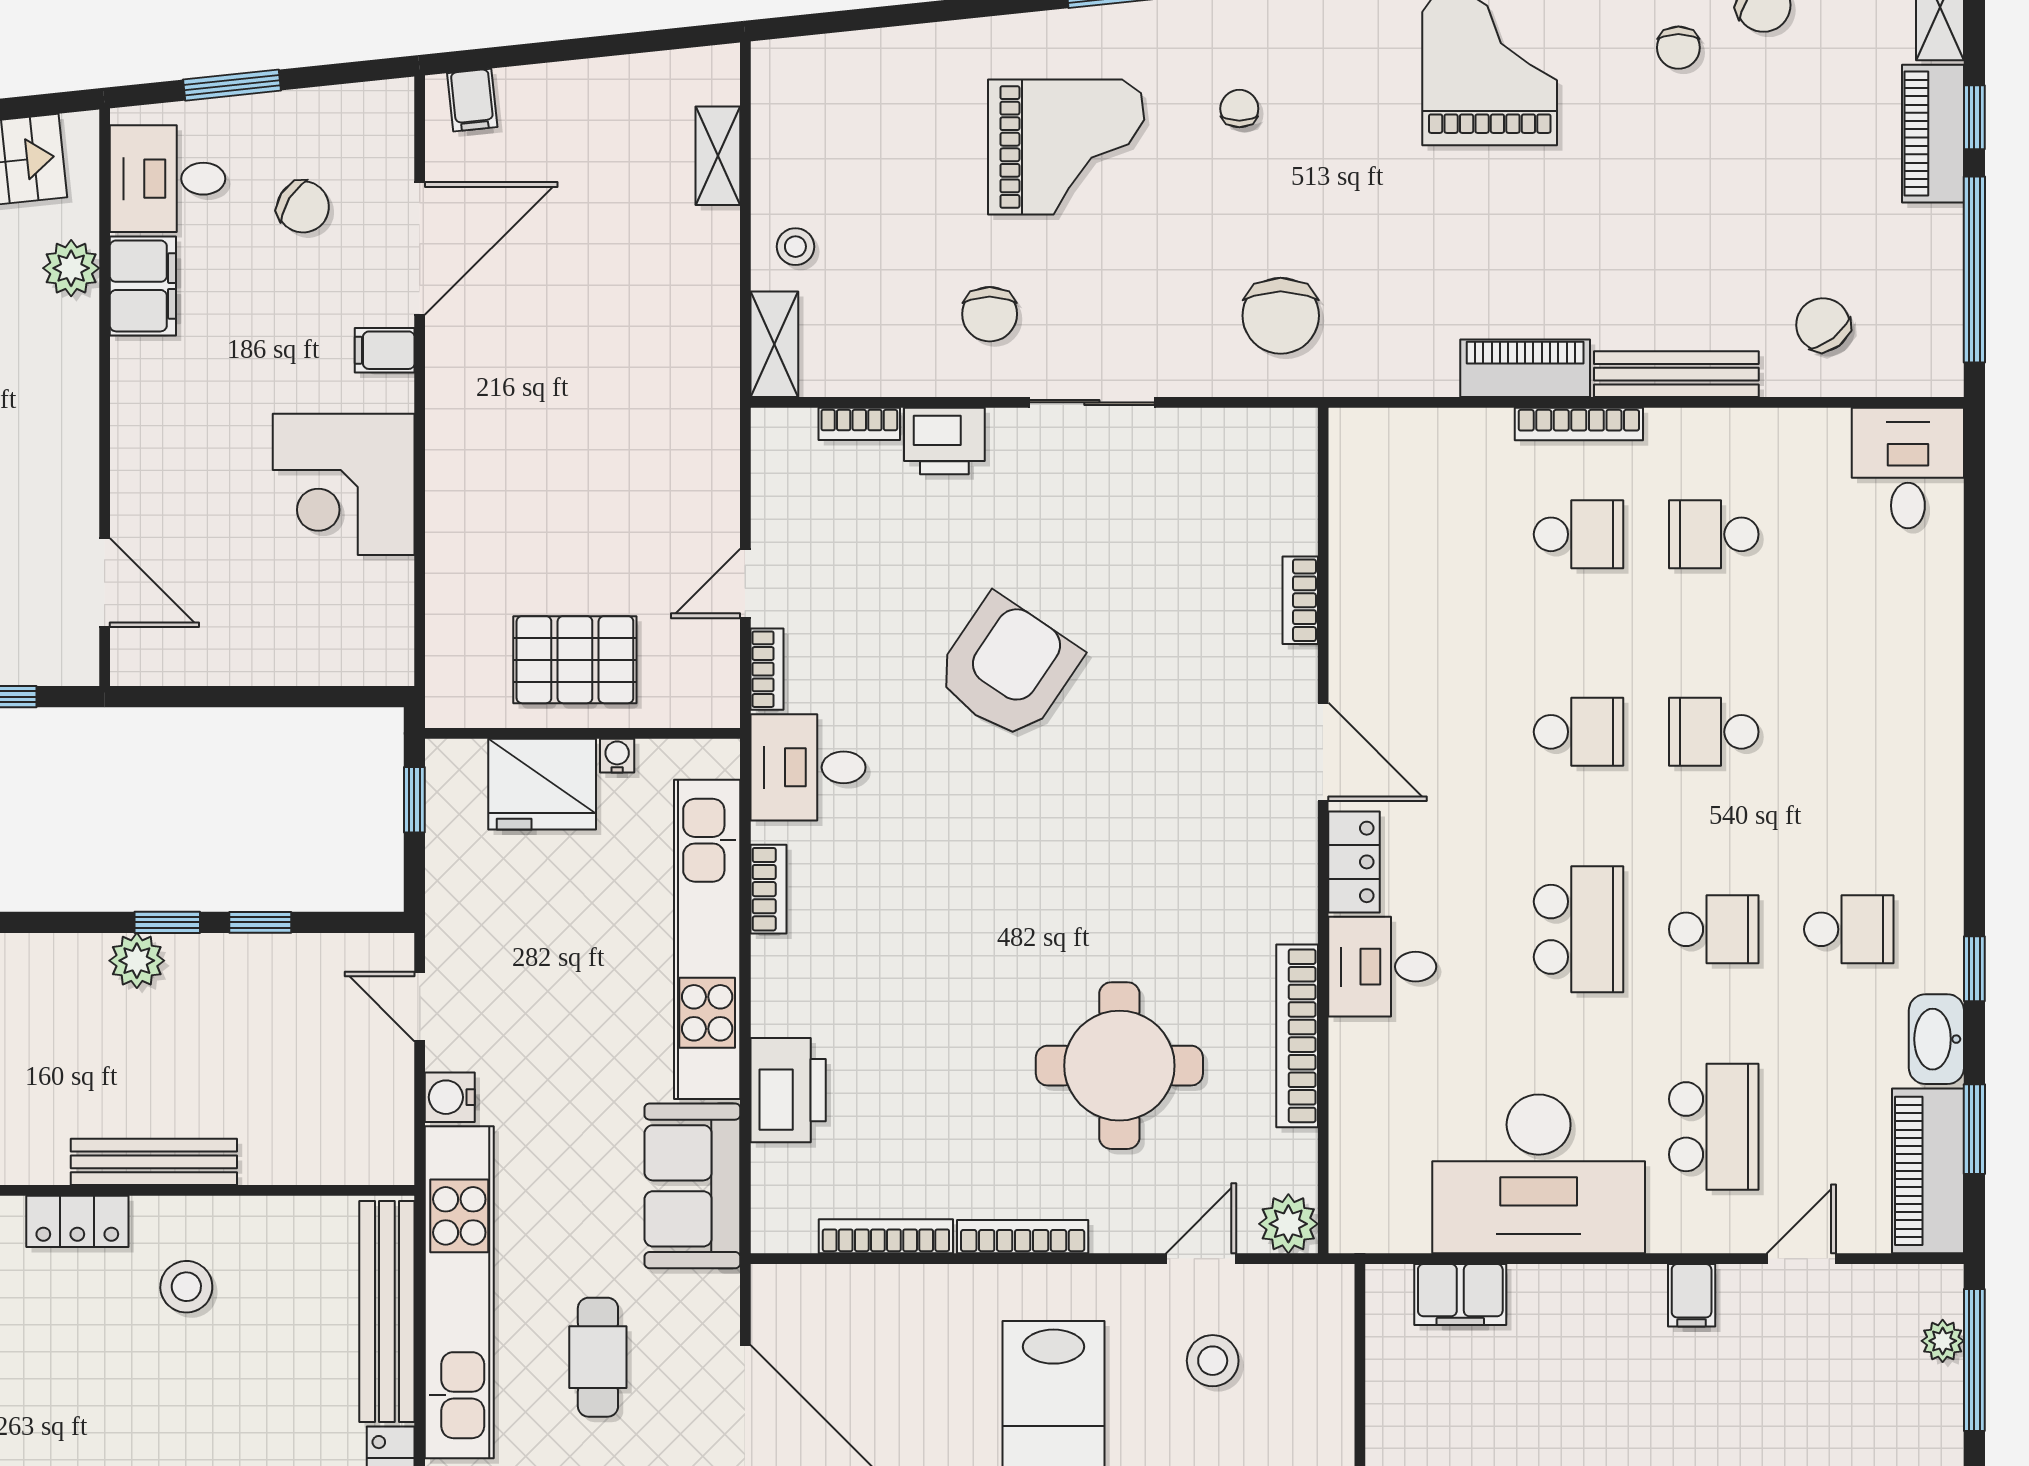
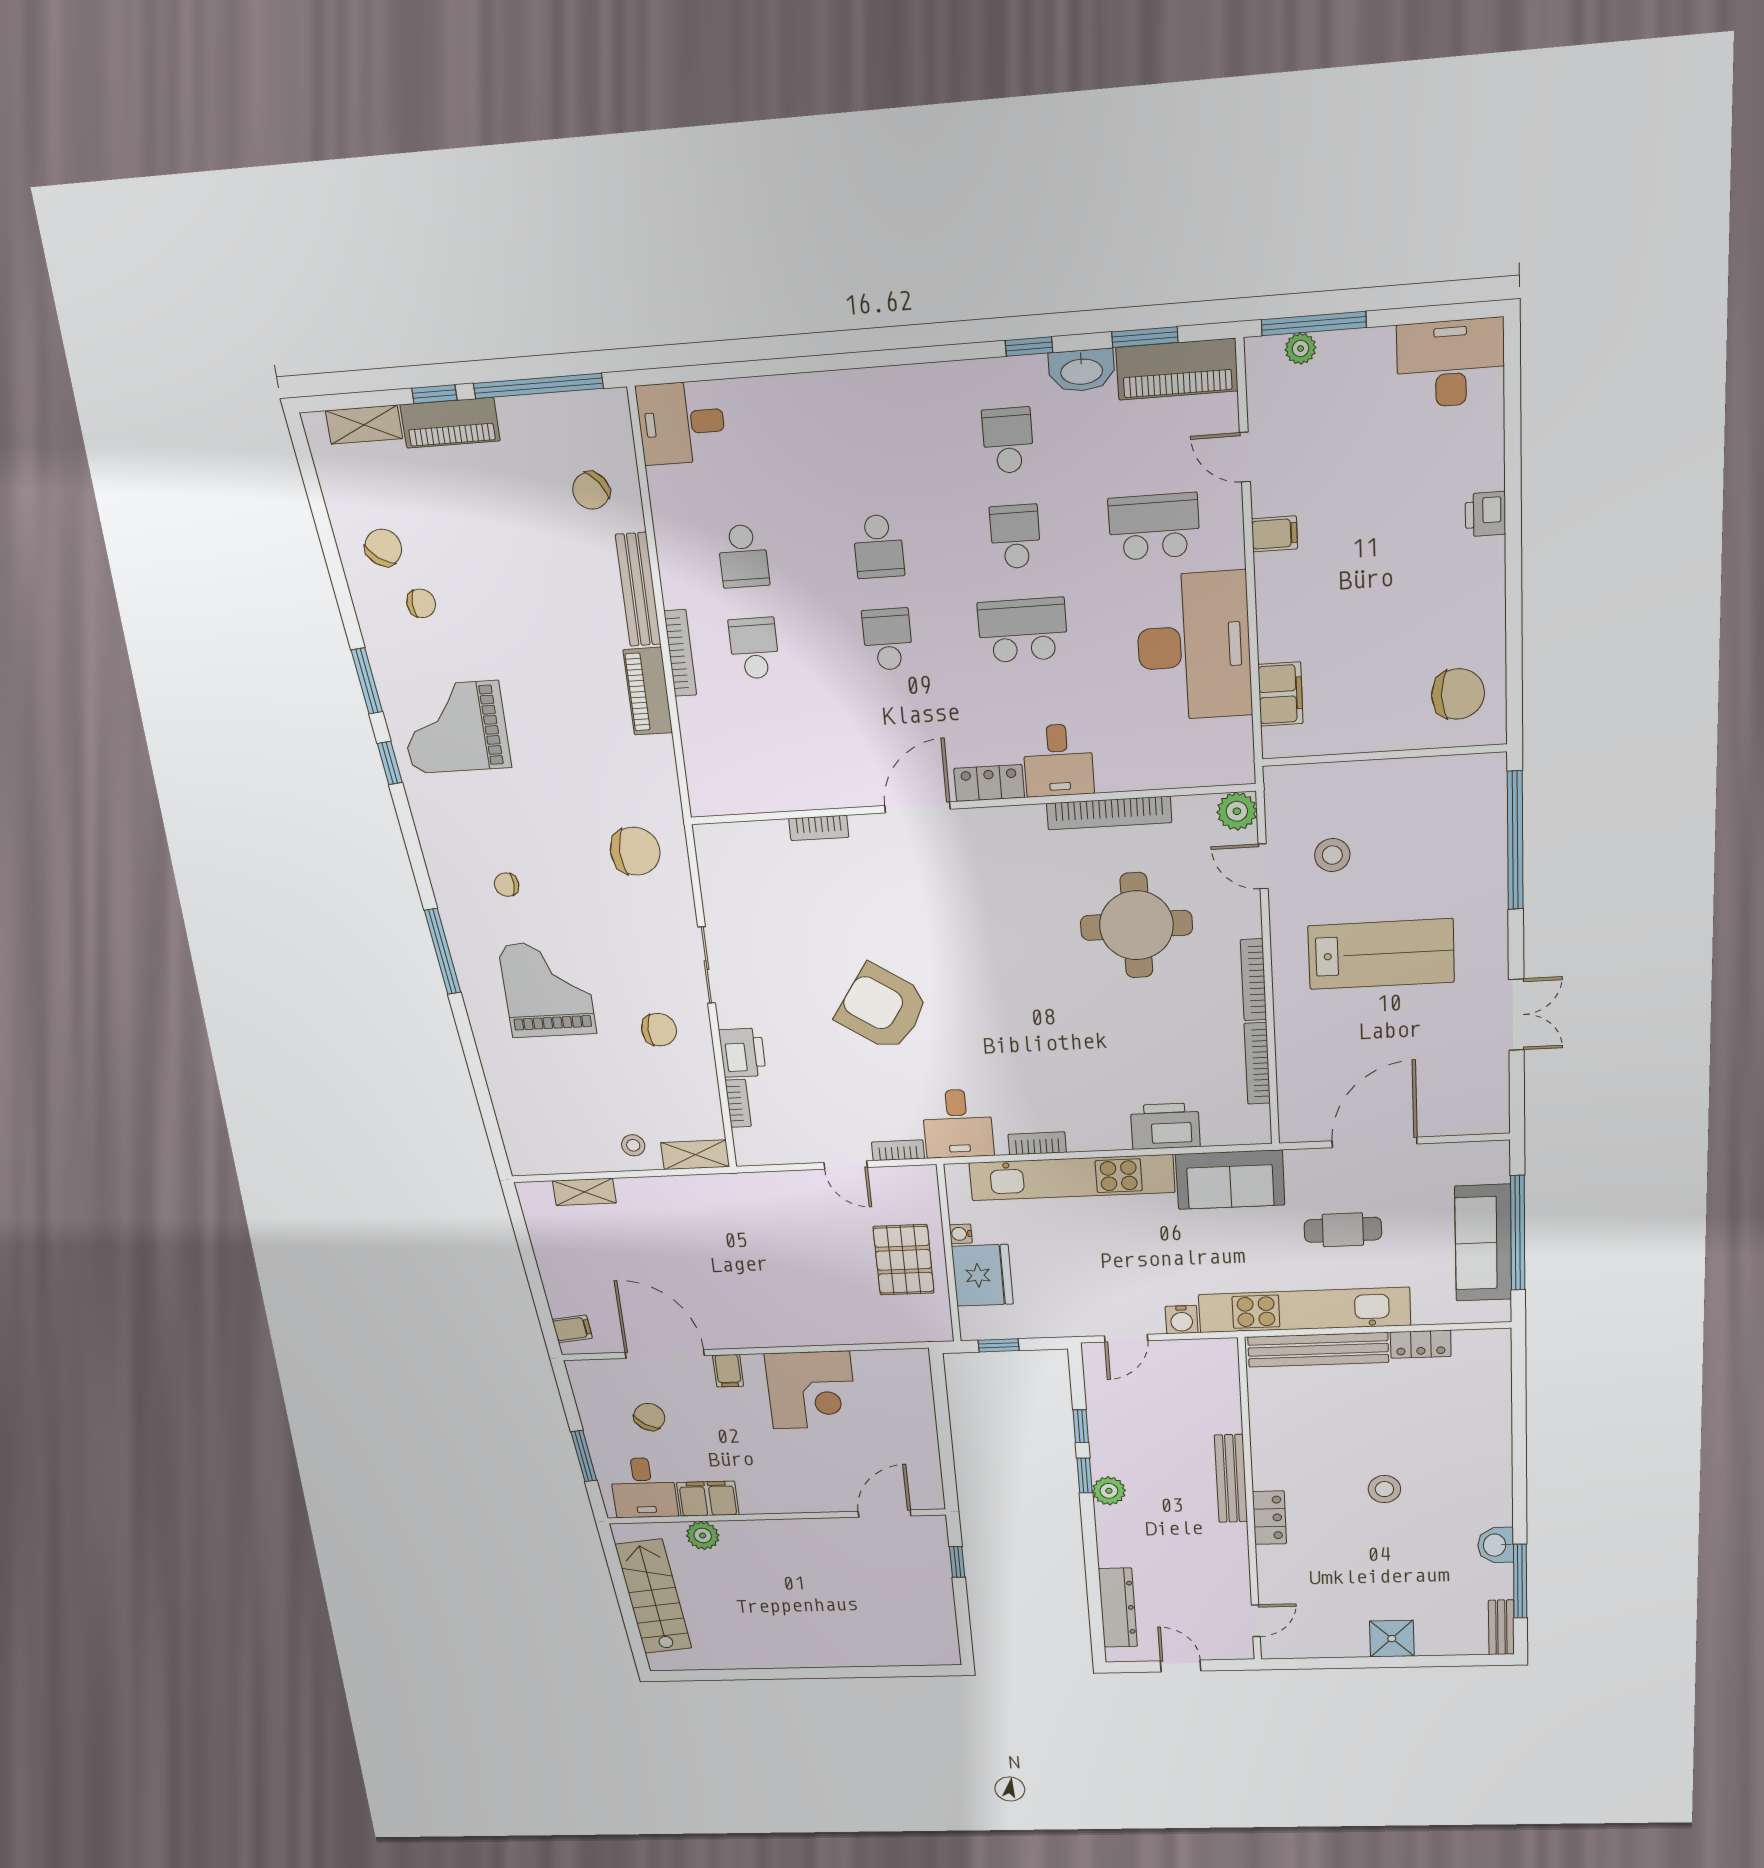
stool: (186, 1287) -> (1384, 1489), moved

